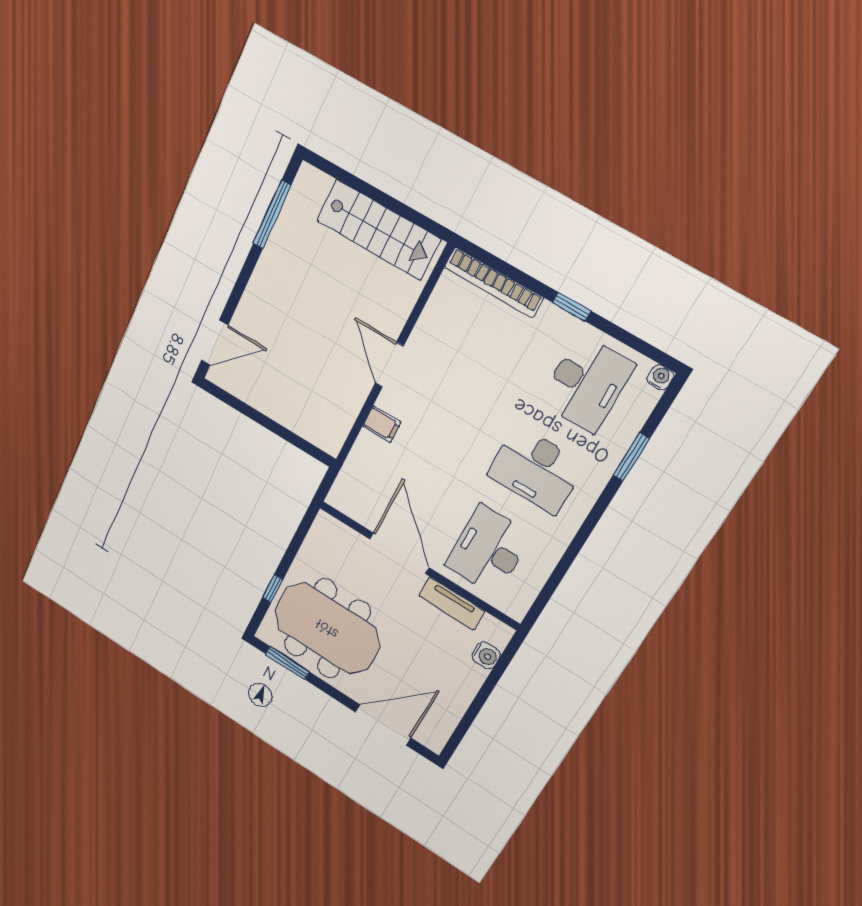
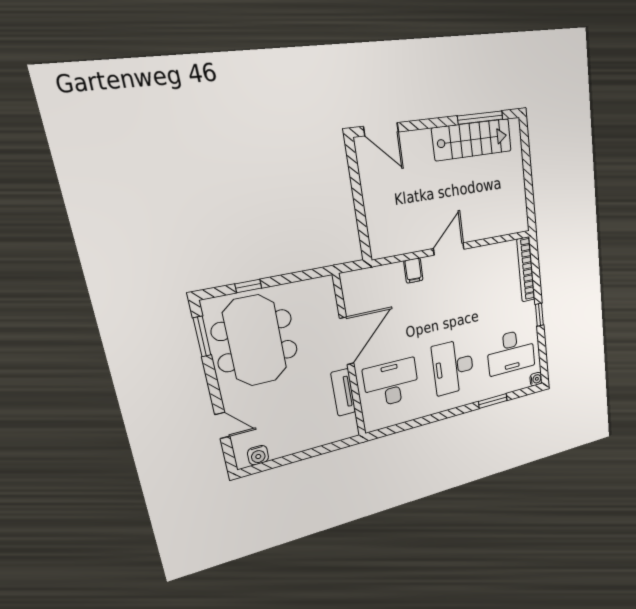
stairs: (379, 230) -> (472, 140), moved, turned -90
water cooler: (486, 656) -> (258, 455), moved
door: (383, 725) -> (222, 425), width x0.53

